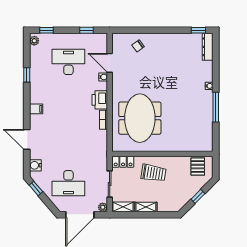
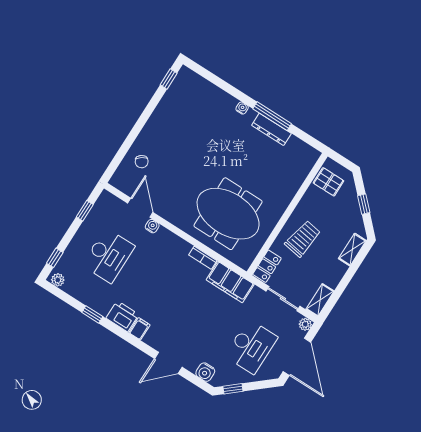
dresser: (208, 47) -> (272, 129), moved
desk: (68, 62) -> (108, 256), turned 180
door: (110, 63) -> (140, 208), swing flipped
printer: (100, 100) -> (122, 316), moved, turned 180
filing cabinet: (99, 146) -> (230, 282), added
shelving: (146, 207) -> (352, 250), moved

